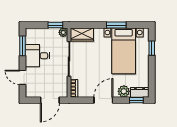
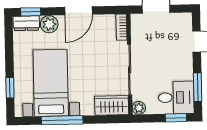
window: (55, 25) -> (176, 118), moved
window: (116, 25) -> (62, 120), width x1.44
desk: (37, 56) -> (176, 97), moved

